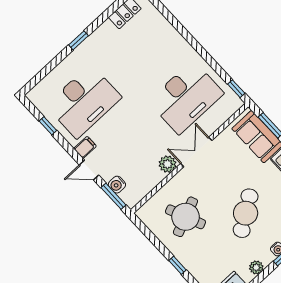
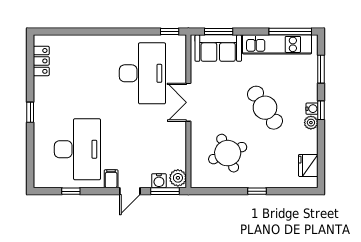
plant: (168, 164) -> (178, 178), moved
plant: (256, 267) -> (311, 123), moved

